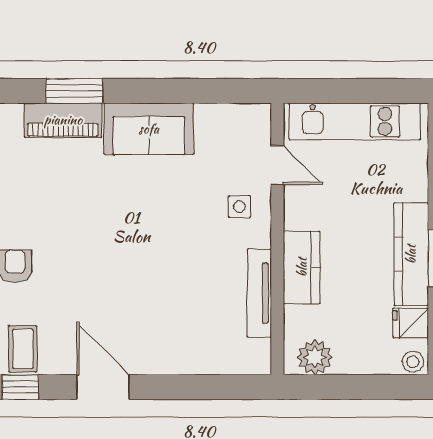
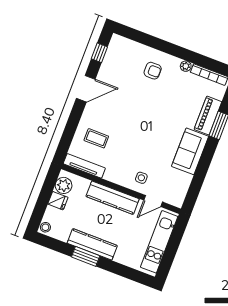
kitchen counter: (302, 267) -> (113, 198), width x1.50
tv unit: (259, 293) -> (84, 166), moved
fridge: (411, 323) -> (58, 201), moved, turned 90
coffee table: (23, 349) -> (96, 138), moved

